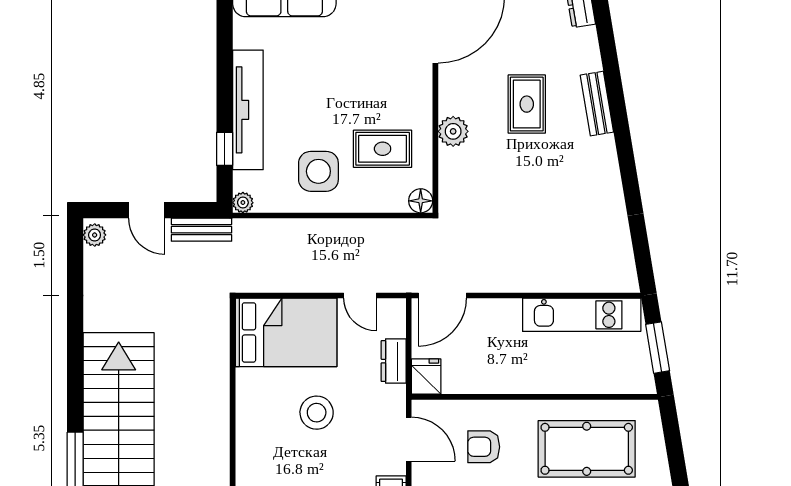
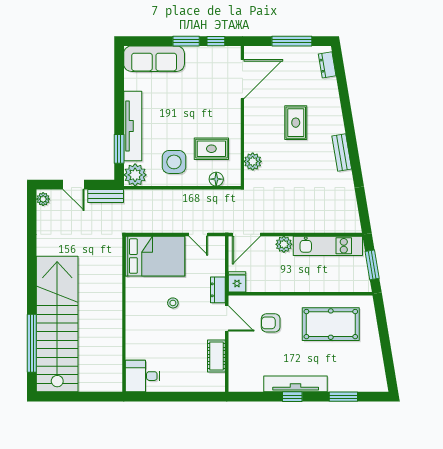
bench: (597, 104) -> (342, 152), moved
plant: (453, 131) -> (253, 161), moved
window: (225, 149) -> (119, 149), width x1.50
floor lamp: (421, 201) -> (216, 179), moved
plant: (243, 203) -> (135, 175), width x1.88, depth x1.88
plant: (506, 312) -> (284, 244), added
dresser: (394, 361) -> (218, 290), moved
stool: (317, 413) -> (173, 303), width x0.53, depth x0.53

